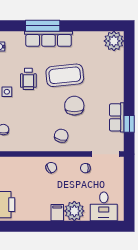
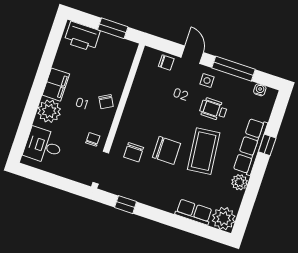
window: (43, 26) -> (267, 145), width x0.46
plant: (80, 38) -> (240, 182), added
row of seats: (117, 117) -> (194, 212), moved
chair: (61, 136) -> (134, 152), moved, turned 76
filing cabinet: (57, 213) -> (56, 85), width x2.00

